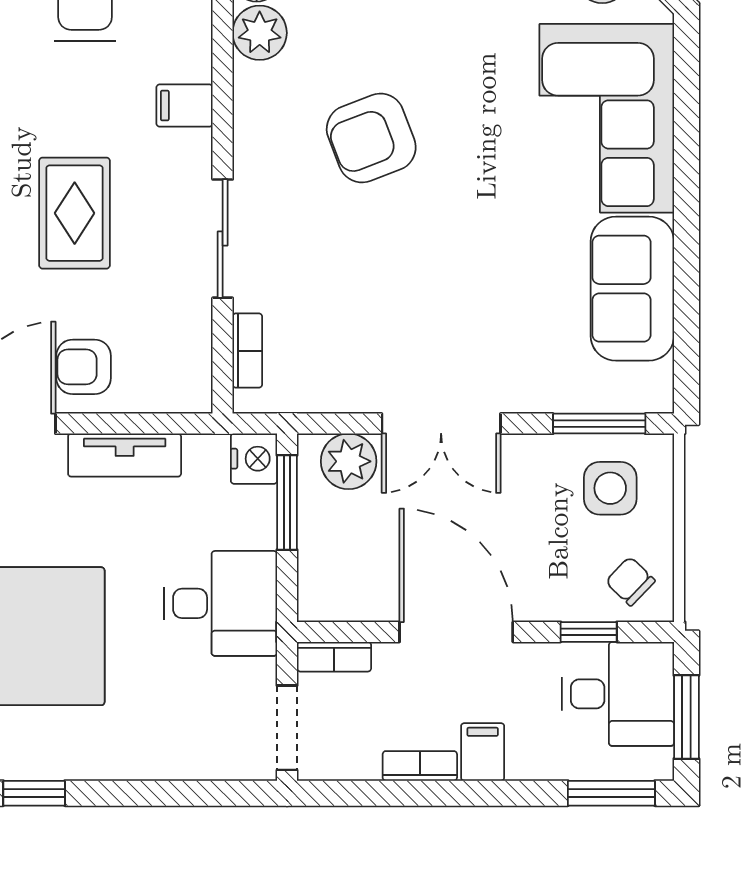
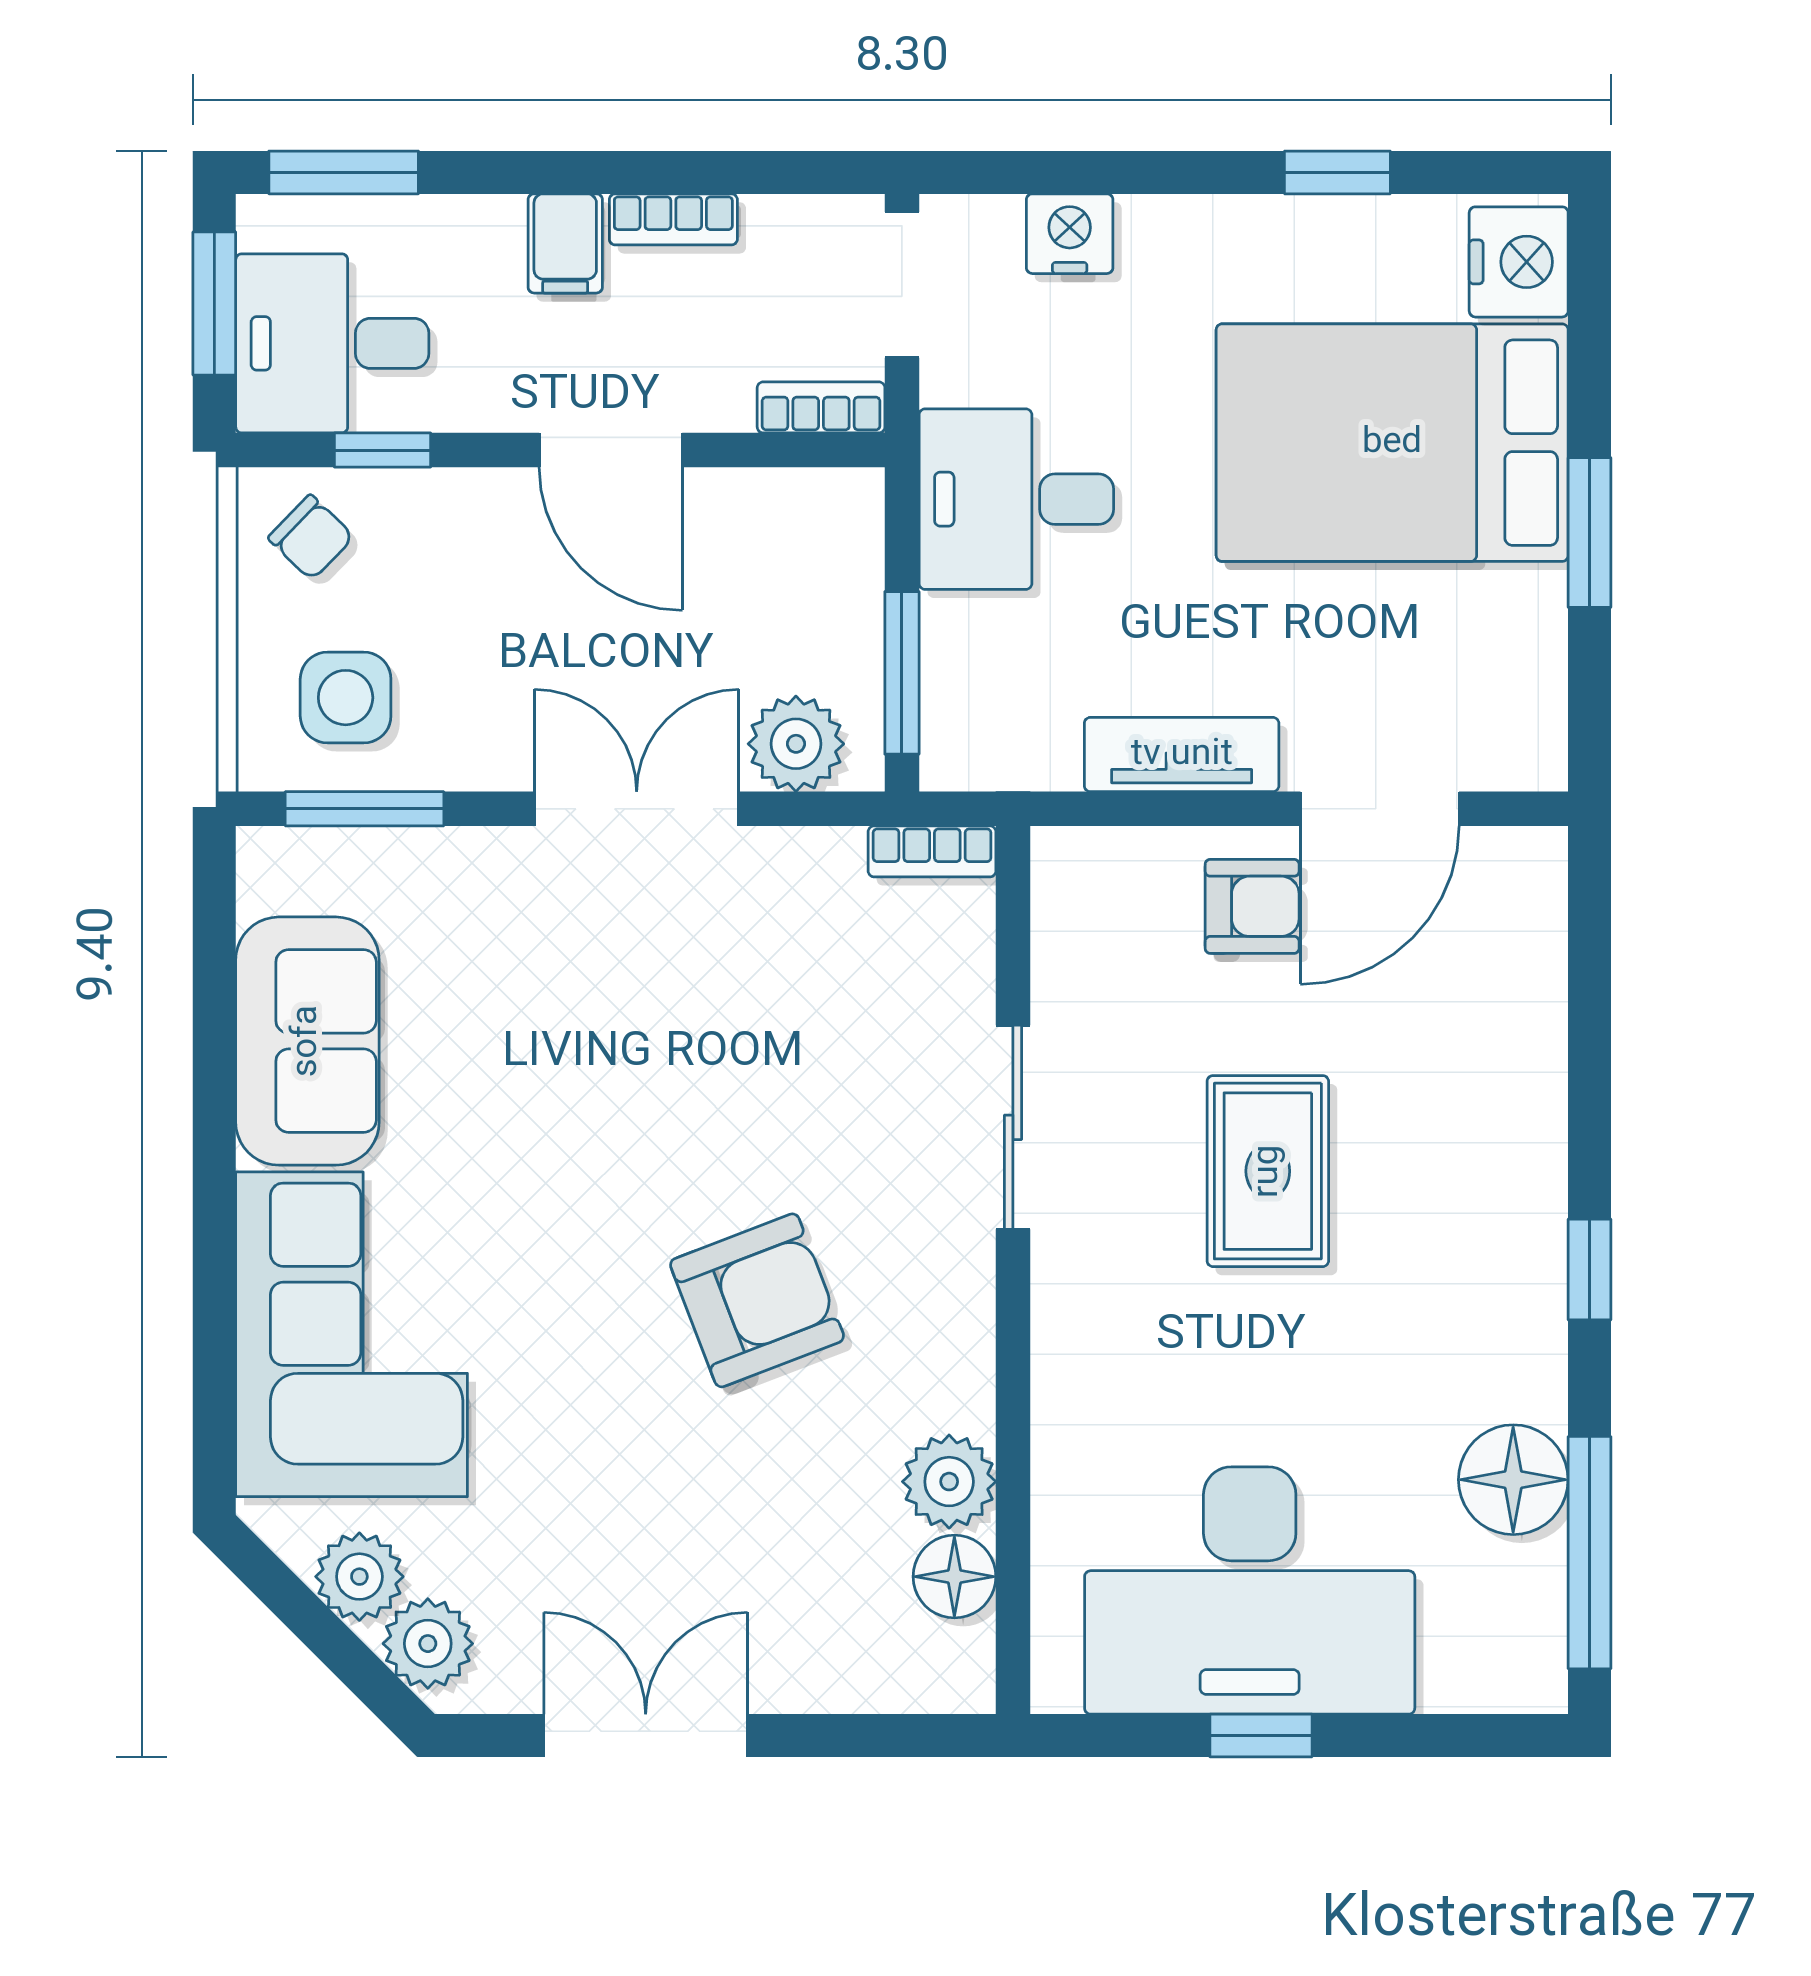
filing cabinet: (185, 106) -> (1078, 1356), removed
bookcase: (247, 351) -> (932, 851), moved, turned -90
nightstand: (254, 459) -> (1070, 234), moved, turned 90
door: (456, 632) -> (611, 450), width x0.73

